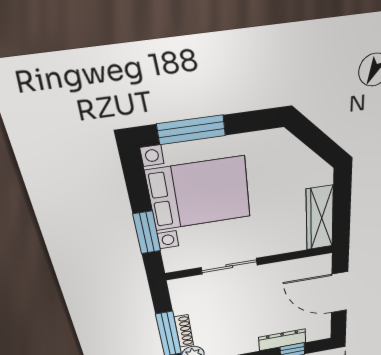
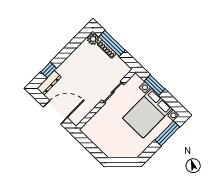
wardrobe: (320, 218) -> (95, 137), removed
dresser: (282, 340) -> (49, 83), moved

